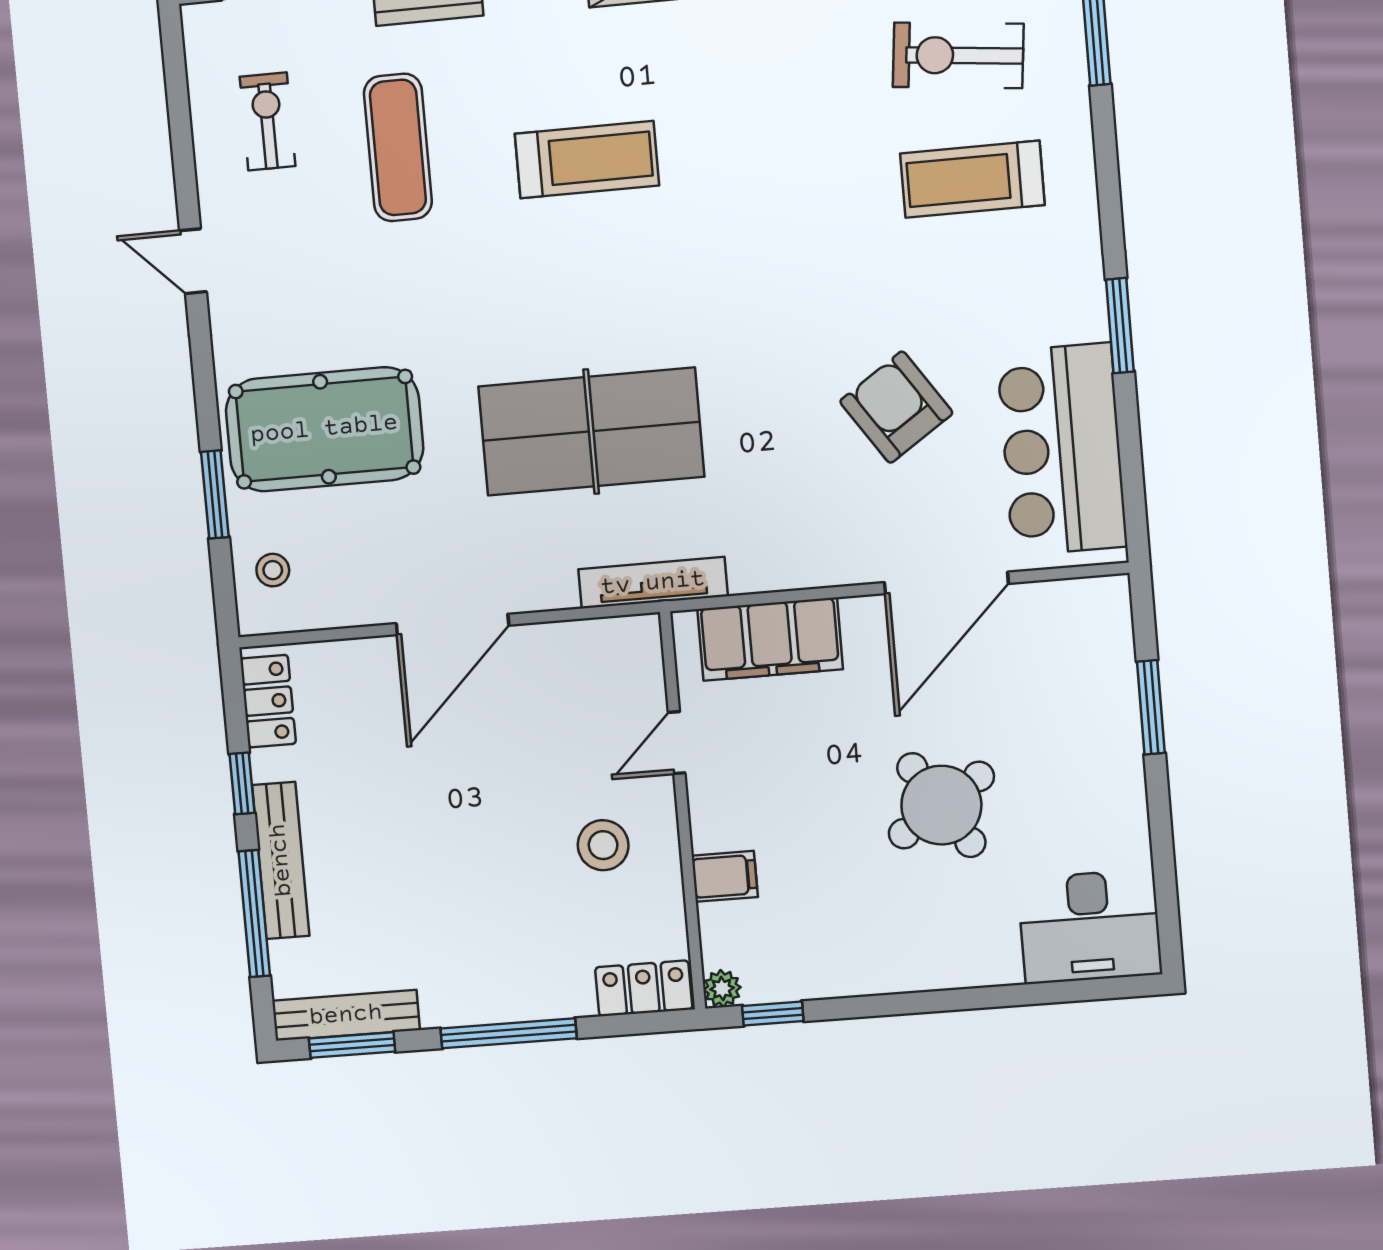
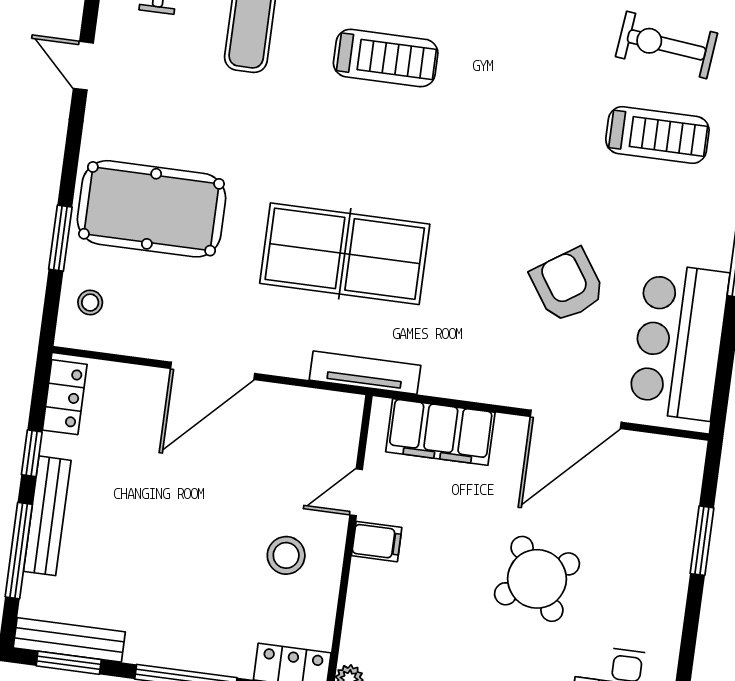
treadmill: (972, 179) -> (657, 135), turned 180
filing cabinet: (725, 876) -> (377, 542), moved

